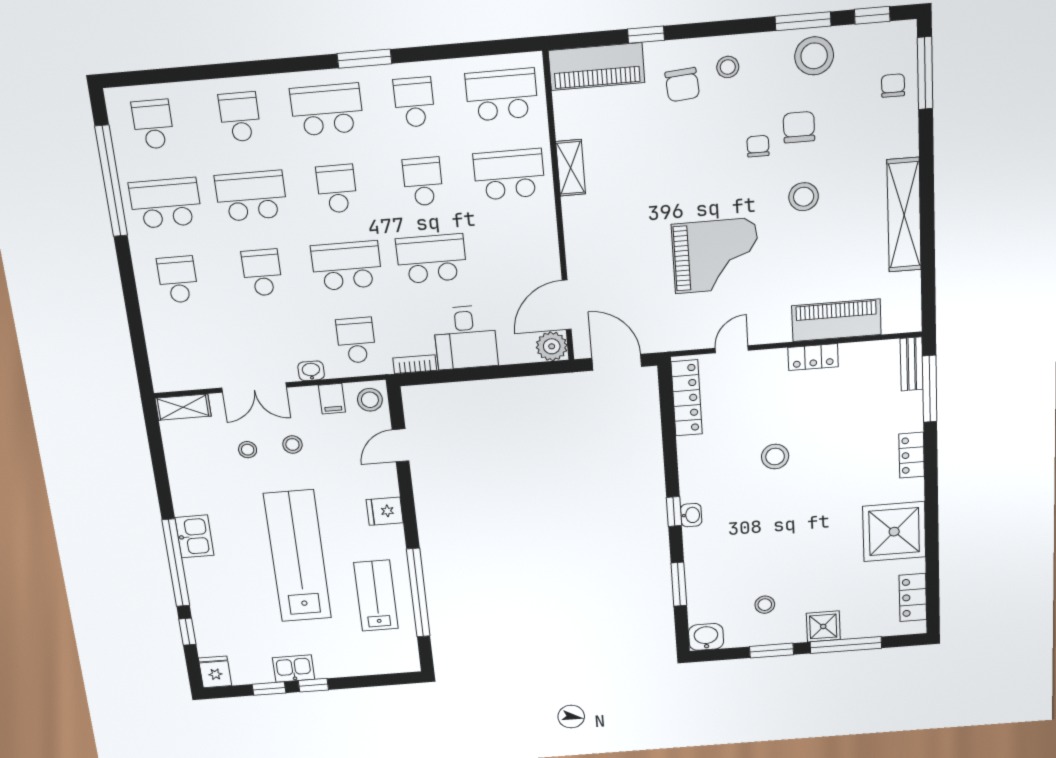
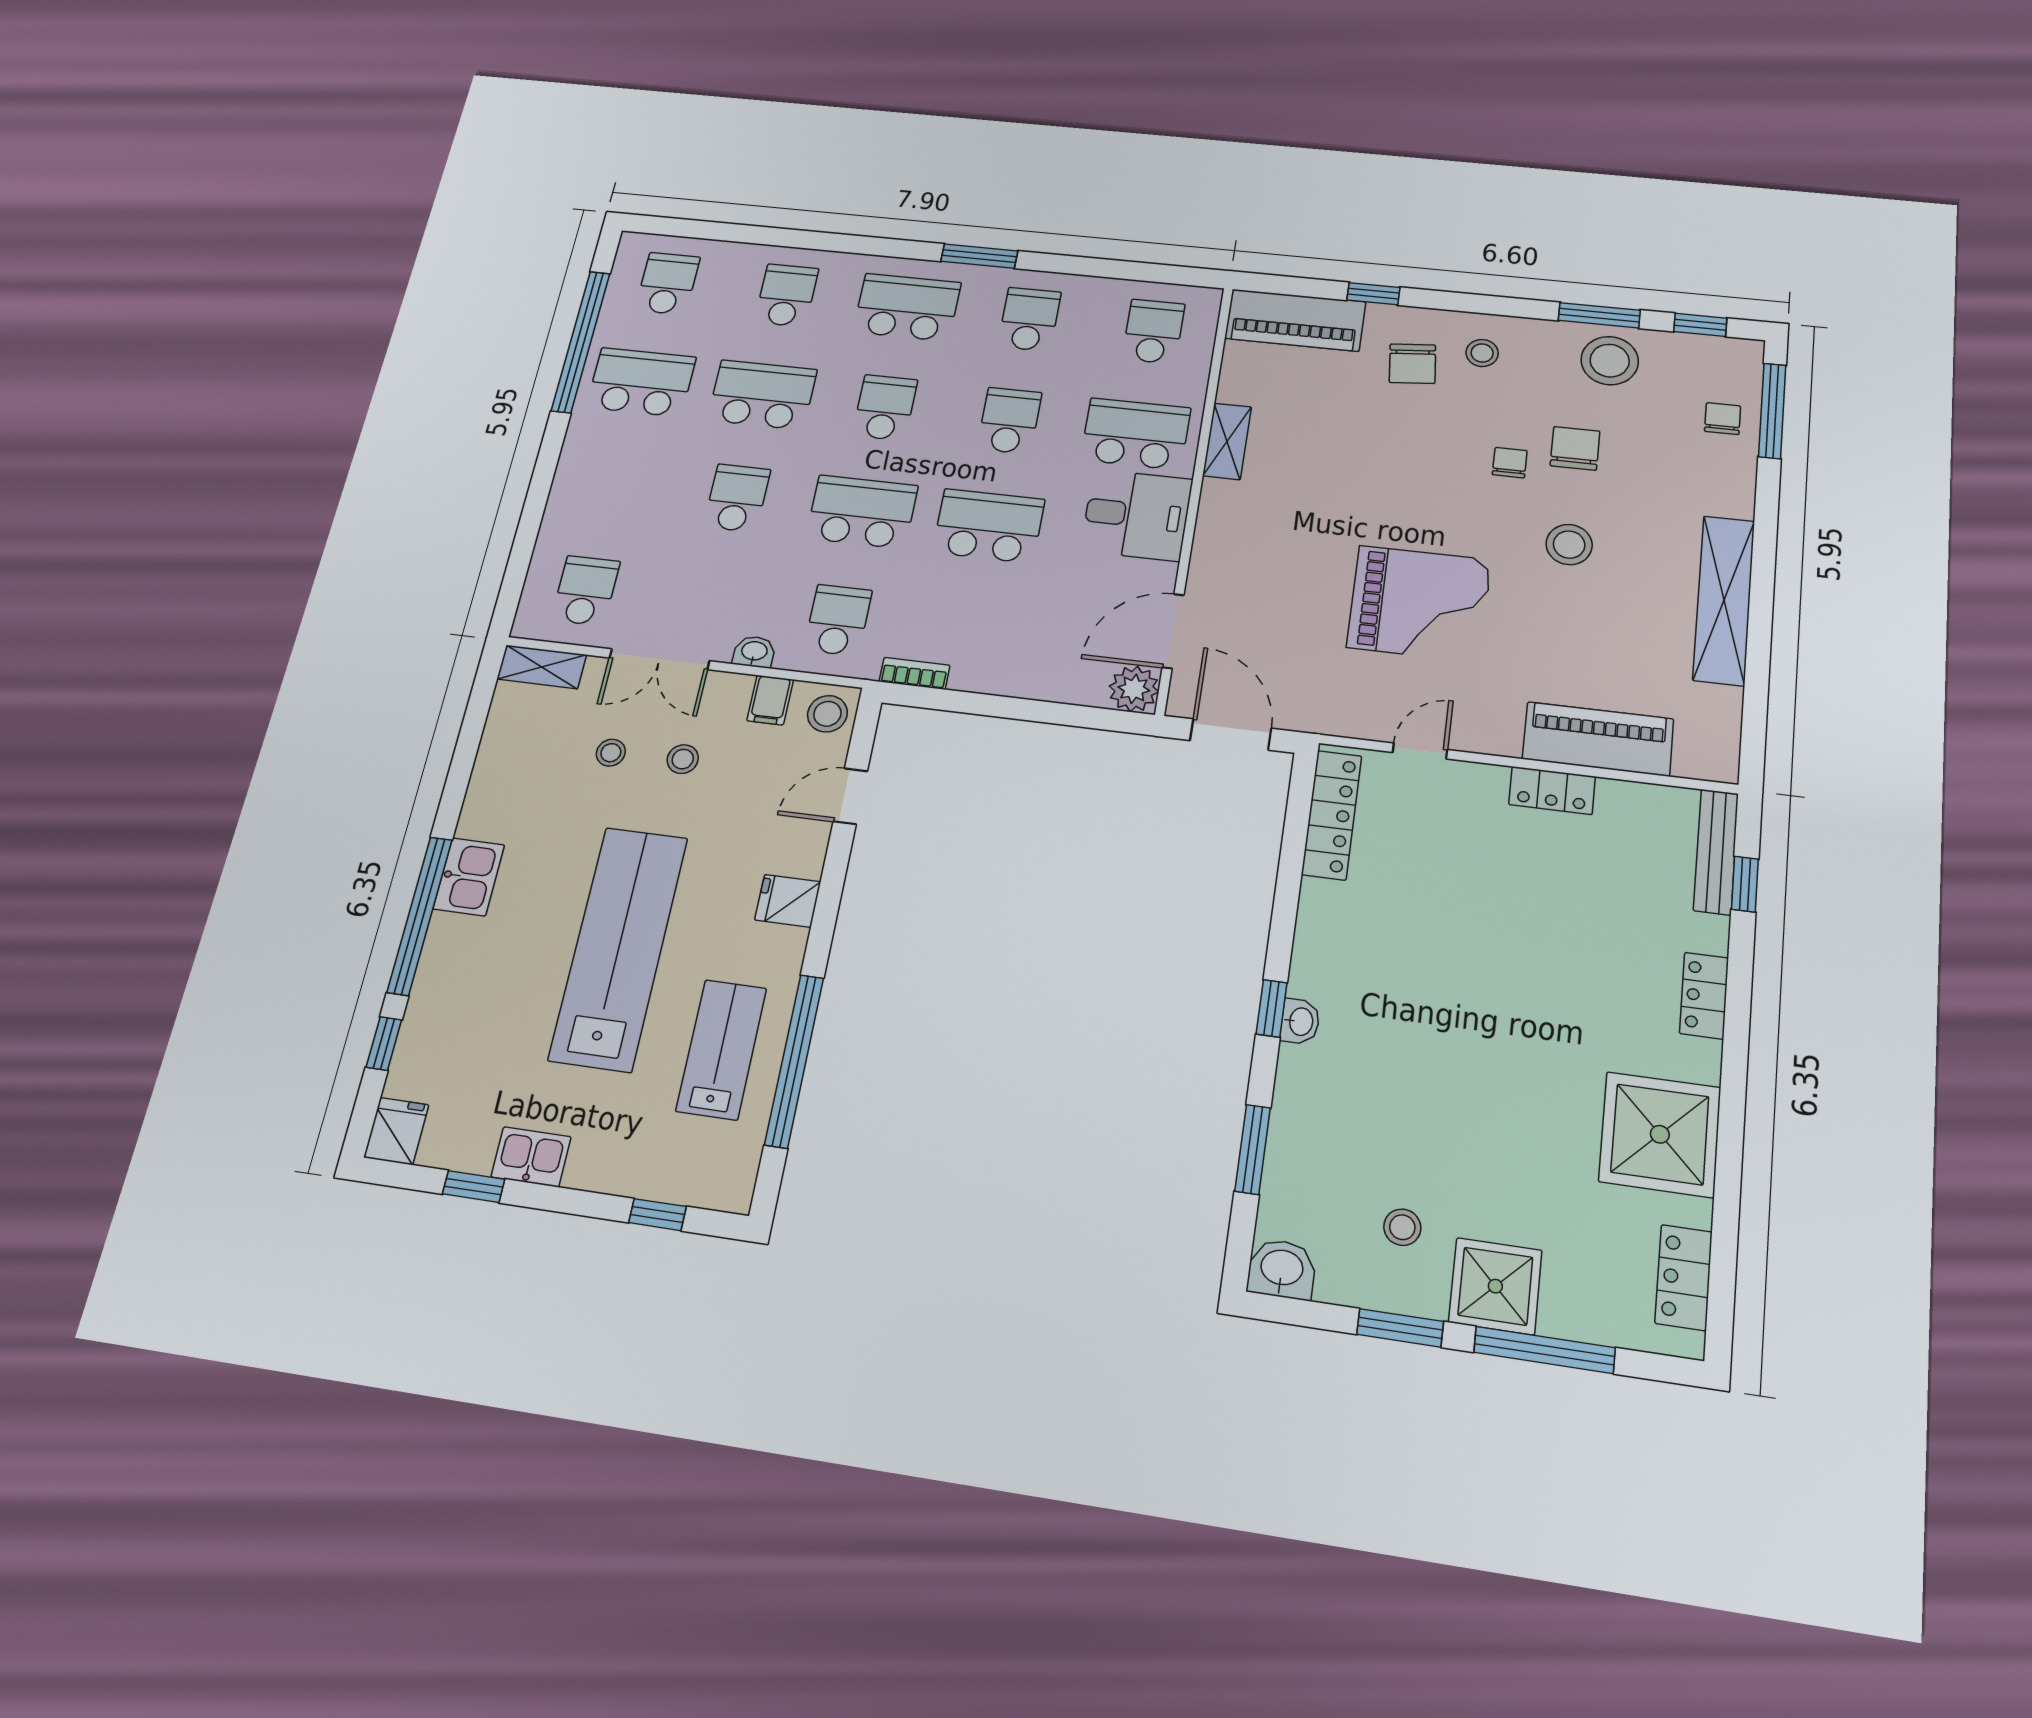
school desk: (502, 95) -> (1153, 332), width x0.54
school desk: (178, 280) -> (586, 591), moved
desk: (465, 337) -> (1137, 515), moved, turned -90
bench: (912, 364) -> (1716, 852), width x1.36
window: (930, 389) -> (1745, 884), width x0.46
stool: (775, 457) -> (1464, 947), removed
shower: (823, 626) -> (1495, 1286), width x1.36, depth x1.36
window: (313, 685) -> (657, 1215), moved

